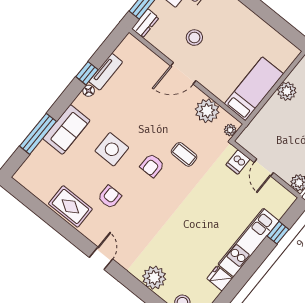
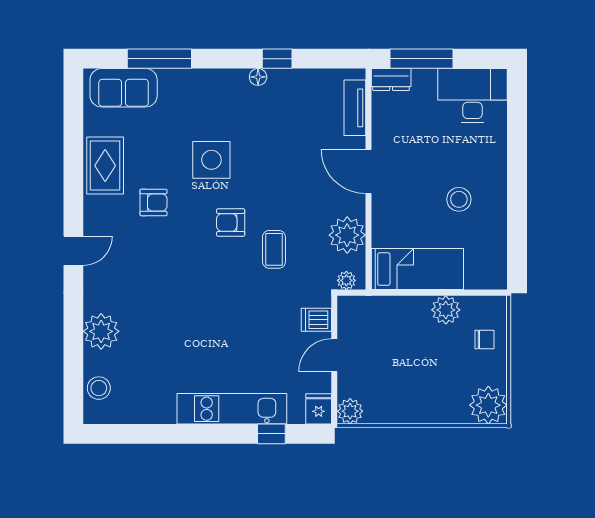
stool: (194, 38) -> (459, 199), moved
tv unit: (106, 72) -> (355, 108), moved, turned 90
sofa: (66, 129) -> (124, 88), moved
fridge: (220, 278) -> (319, 409), moved

